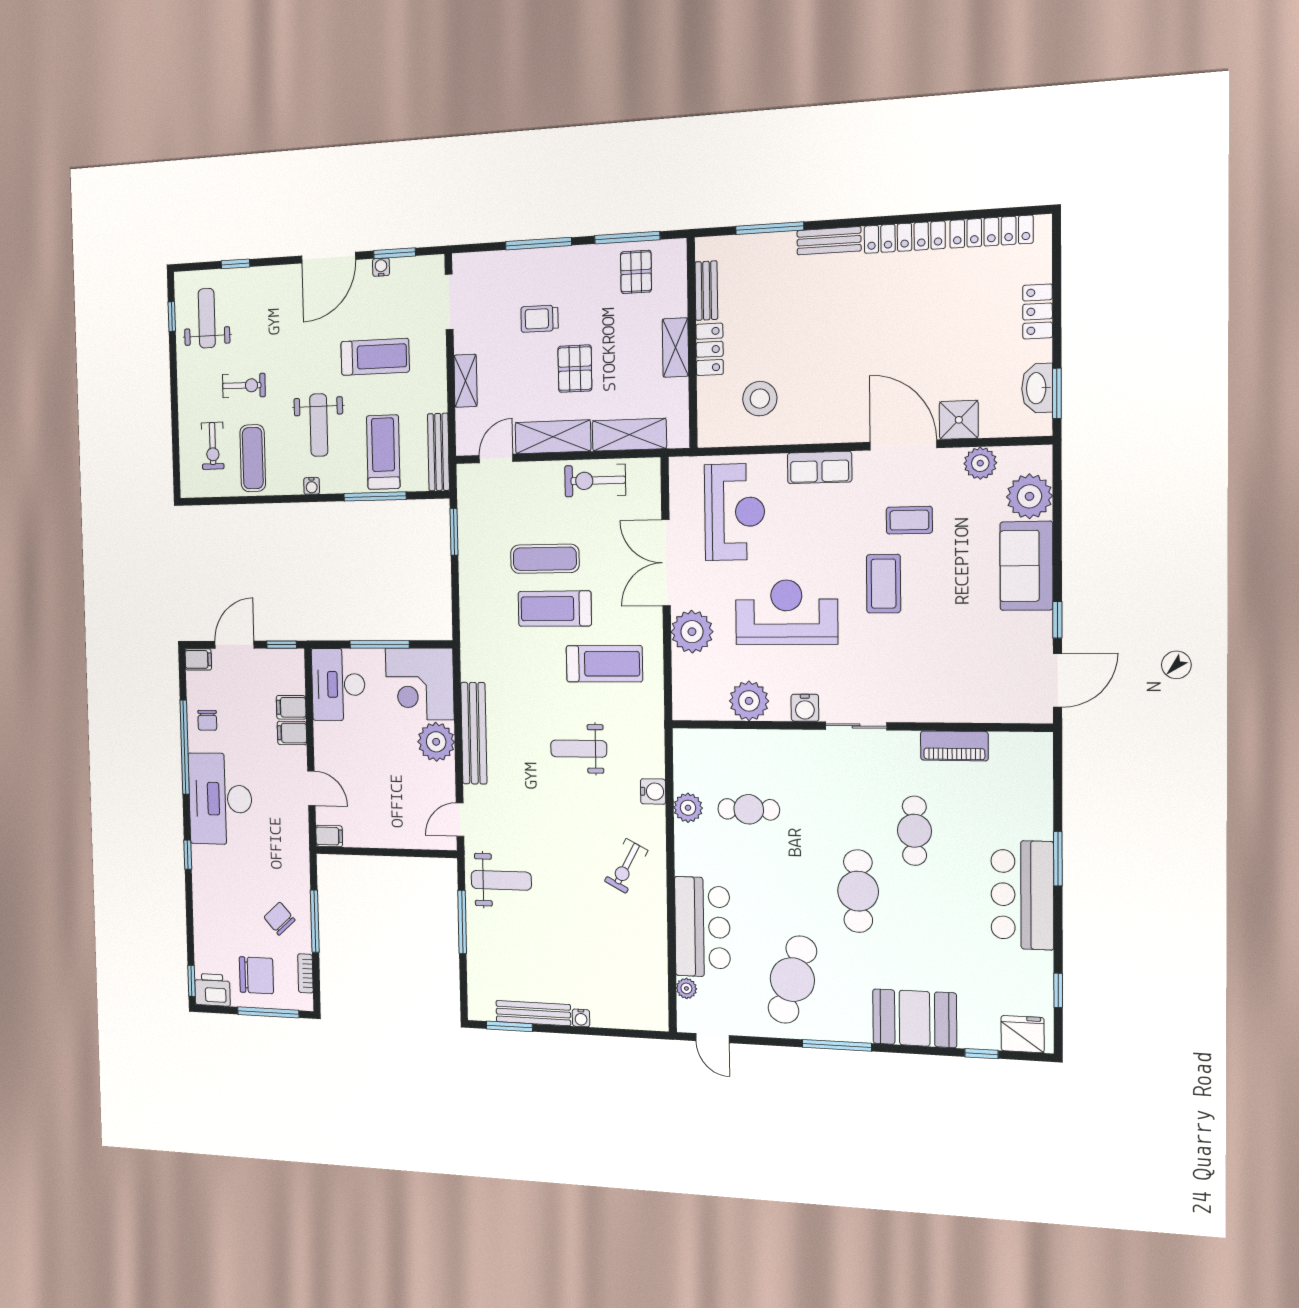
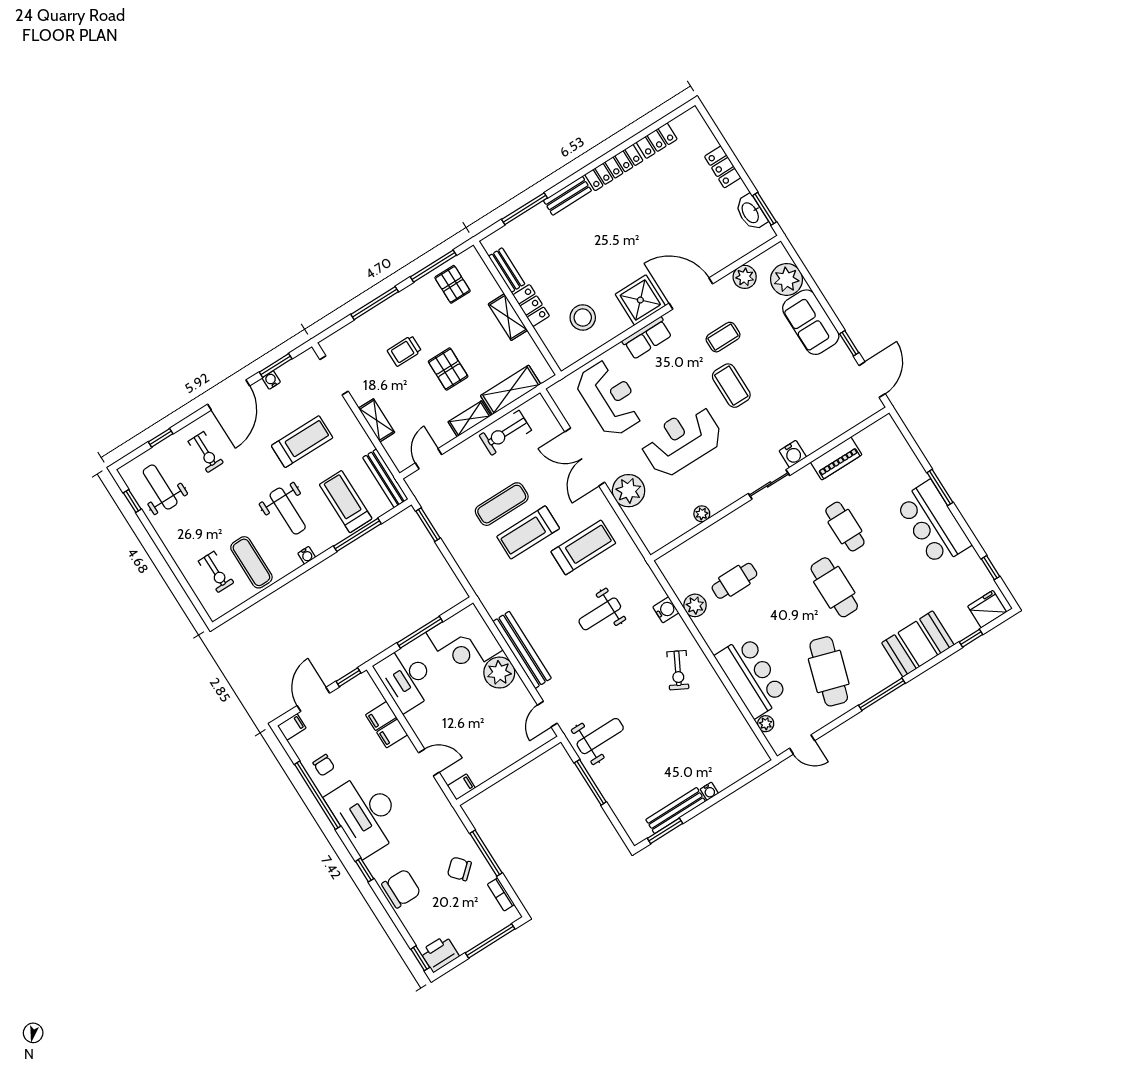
locker: (991, 232) -> (657, 141), width x0.66
exercise bike: (244, 386) -> (206, 452), moved, turned 89
shower: (959, 420) -> (640, 300), moved, width x1.36, depth x1.36
shelving: (553, 437) -> (470, 419), width x0.67, depth x0.75
plant: (749, 701) -> (702, 514), width x0.53, depth x0.53
water cooler: (805, 708) -> (793, 454), moved
chair: (256, 975) -> (401, 889), moved

